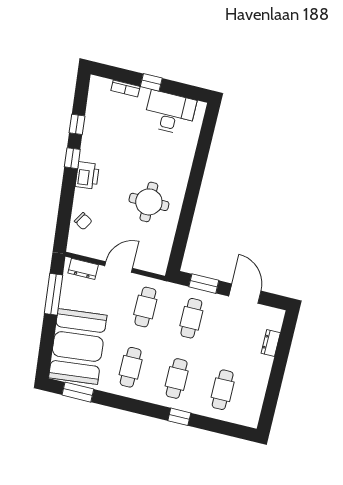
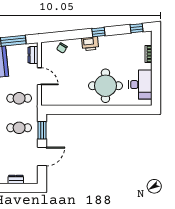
window: (151, 82) -> (156, 69), removed
window: (77, 124) -> (137, 28), moved
round table: (149, 202) -> (105, 86), moved, width x1.36, depth x1.36

